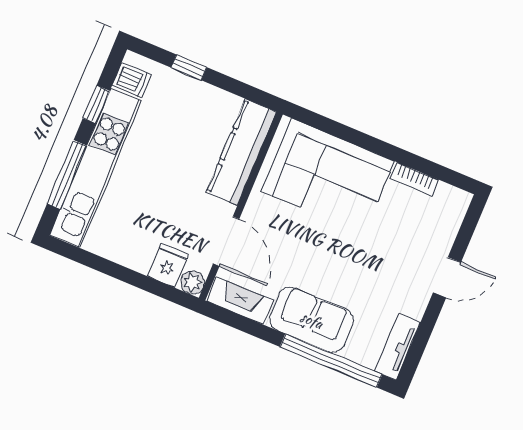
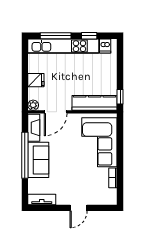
window: (189, 67) -> (120, 97), moved
fridge: (168, 265) -> (36, 80), moved
door: (447, 277) -> (79, 208), hinge flipped
window: (331, 361) -> (25, 155), moved

